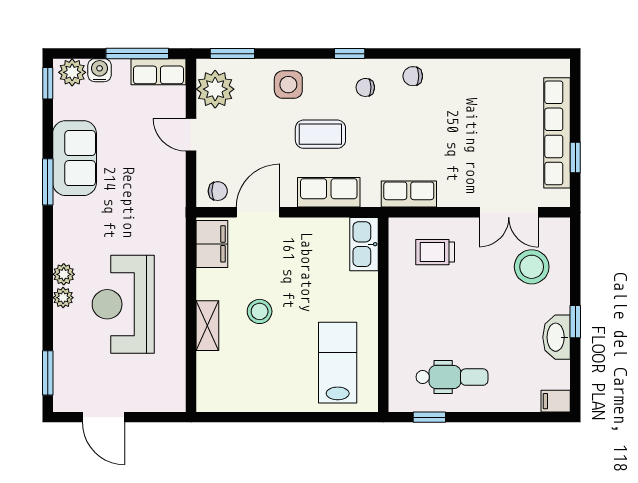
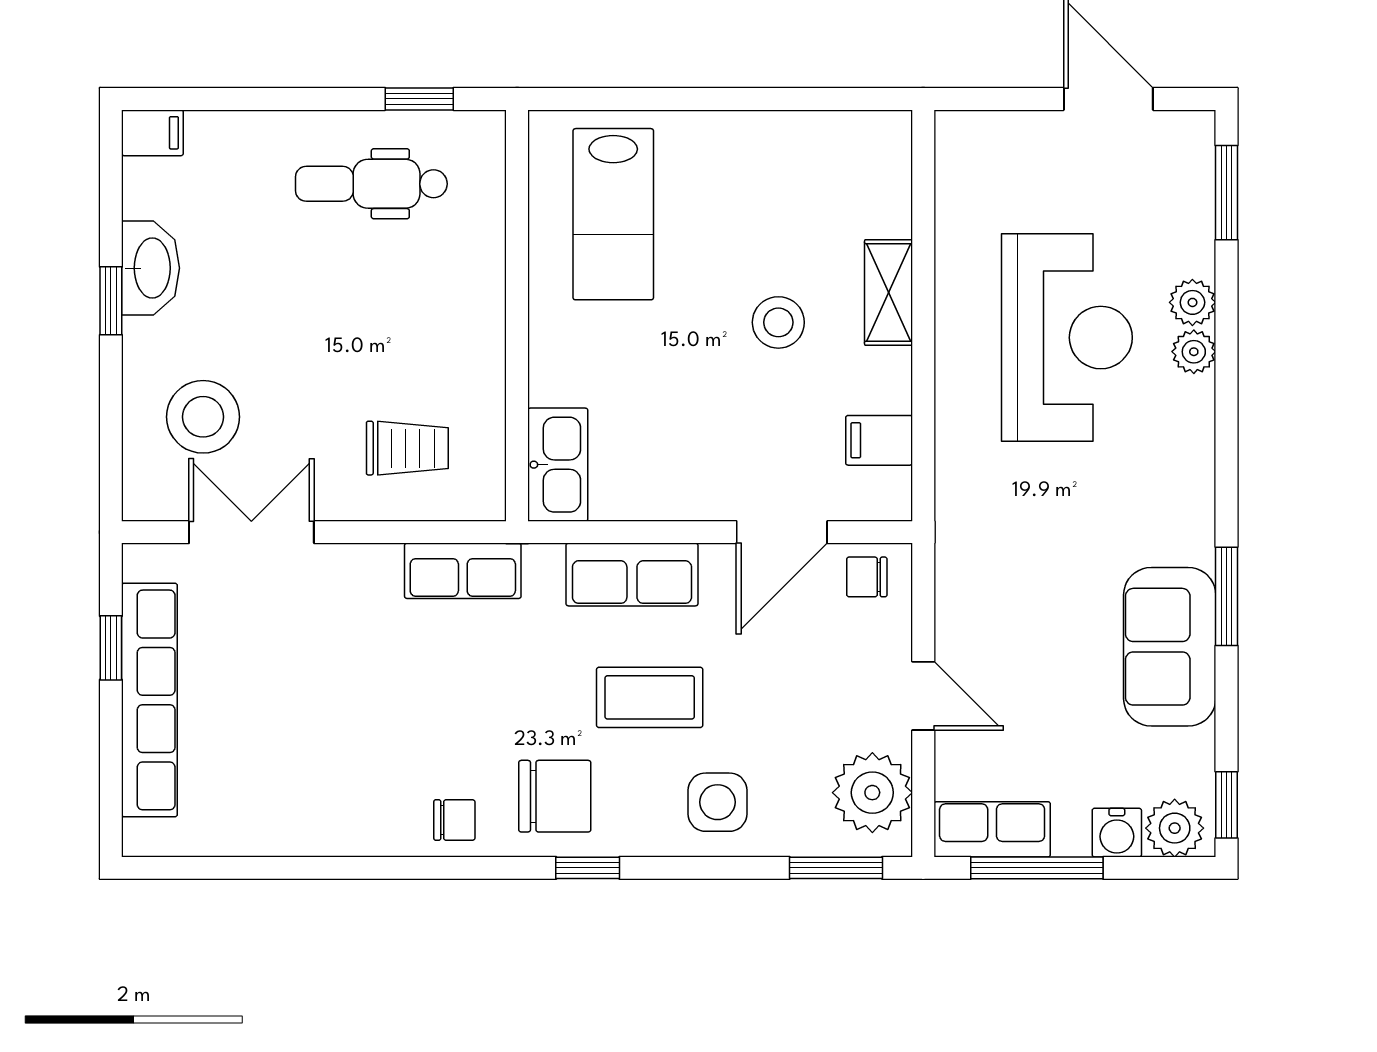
chair: (365, 87) -> (555, 796), width x1.87, depth x1.87
filing cabinet: (212, 244) -> (879, 440), width x0.50
plant: (64, 274) -> (1192, 302), moved

